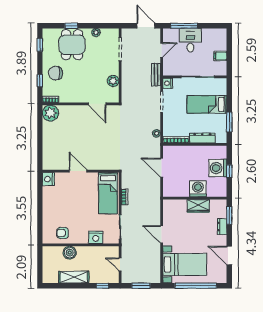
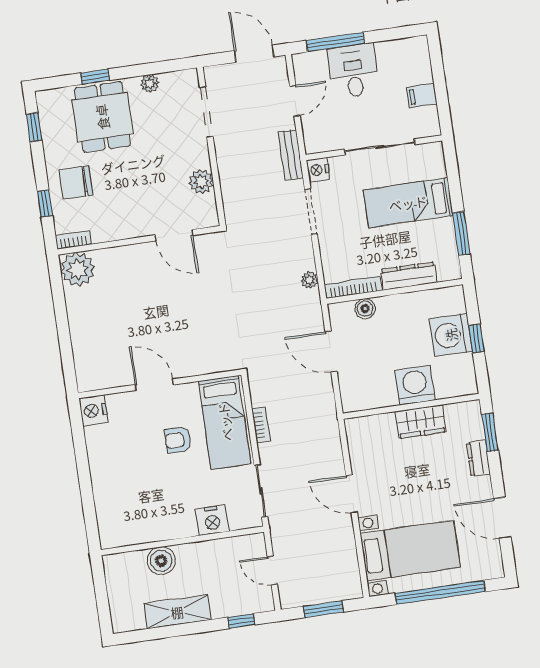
boiler: (180, 150) -> (365, 309), added
armchair: (63, 233) -> (178, 440), moved

